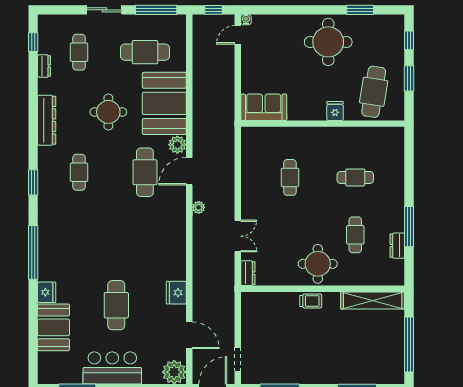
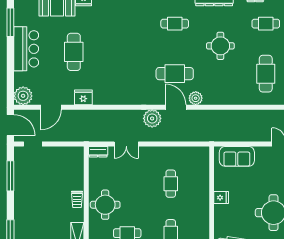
booth: (164, 103) -> (227, 88), removed
sofa: (264, 107) -> (237, 156), moved, turned 90
fridge: (335, 111) -> (221, 198), moved
cafe table: (290, 177) -> (171, 184), turned 90
plant: (199, 207) -> (152, 118), width x1.88, depth x1.88
cafe table: (116, 305) -> (74, 52), turned 90

